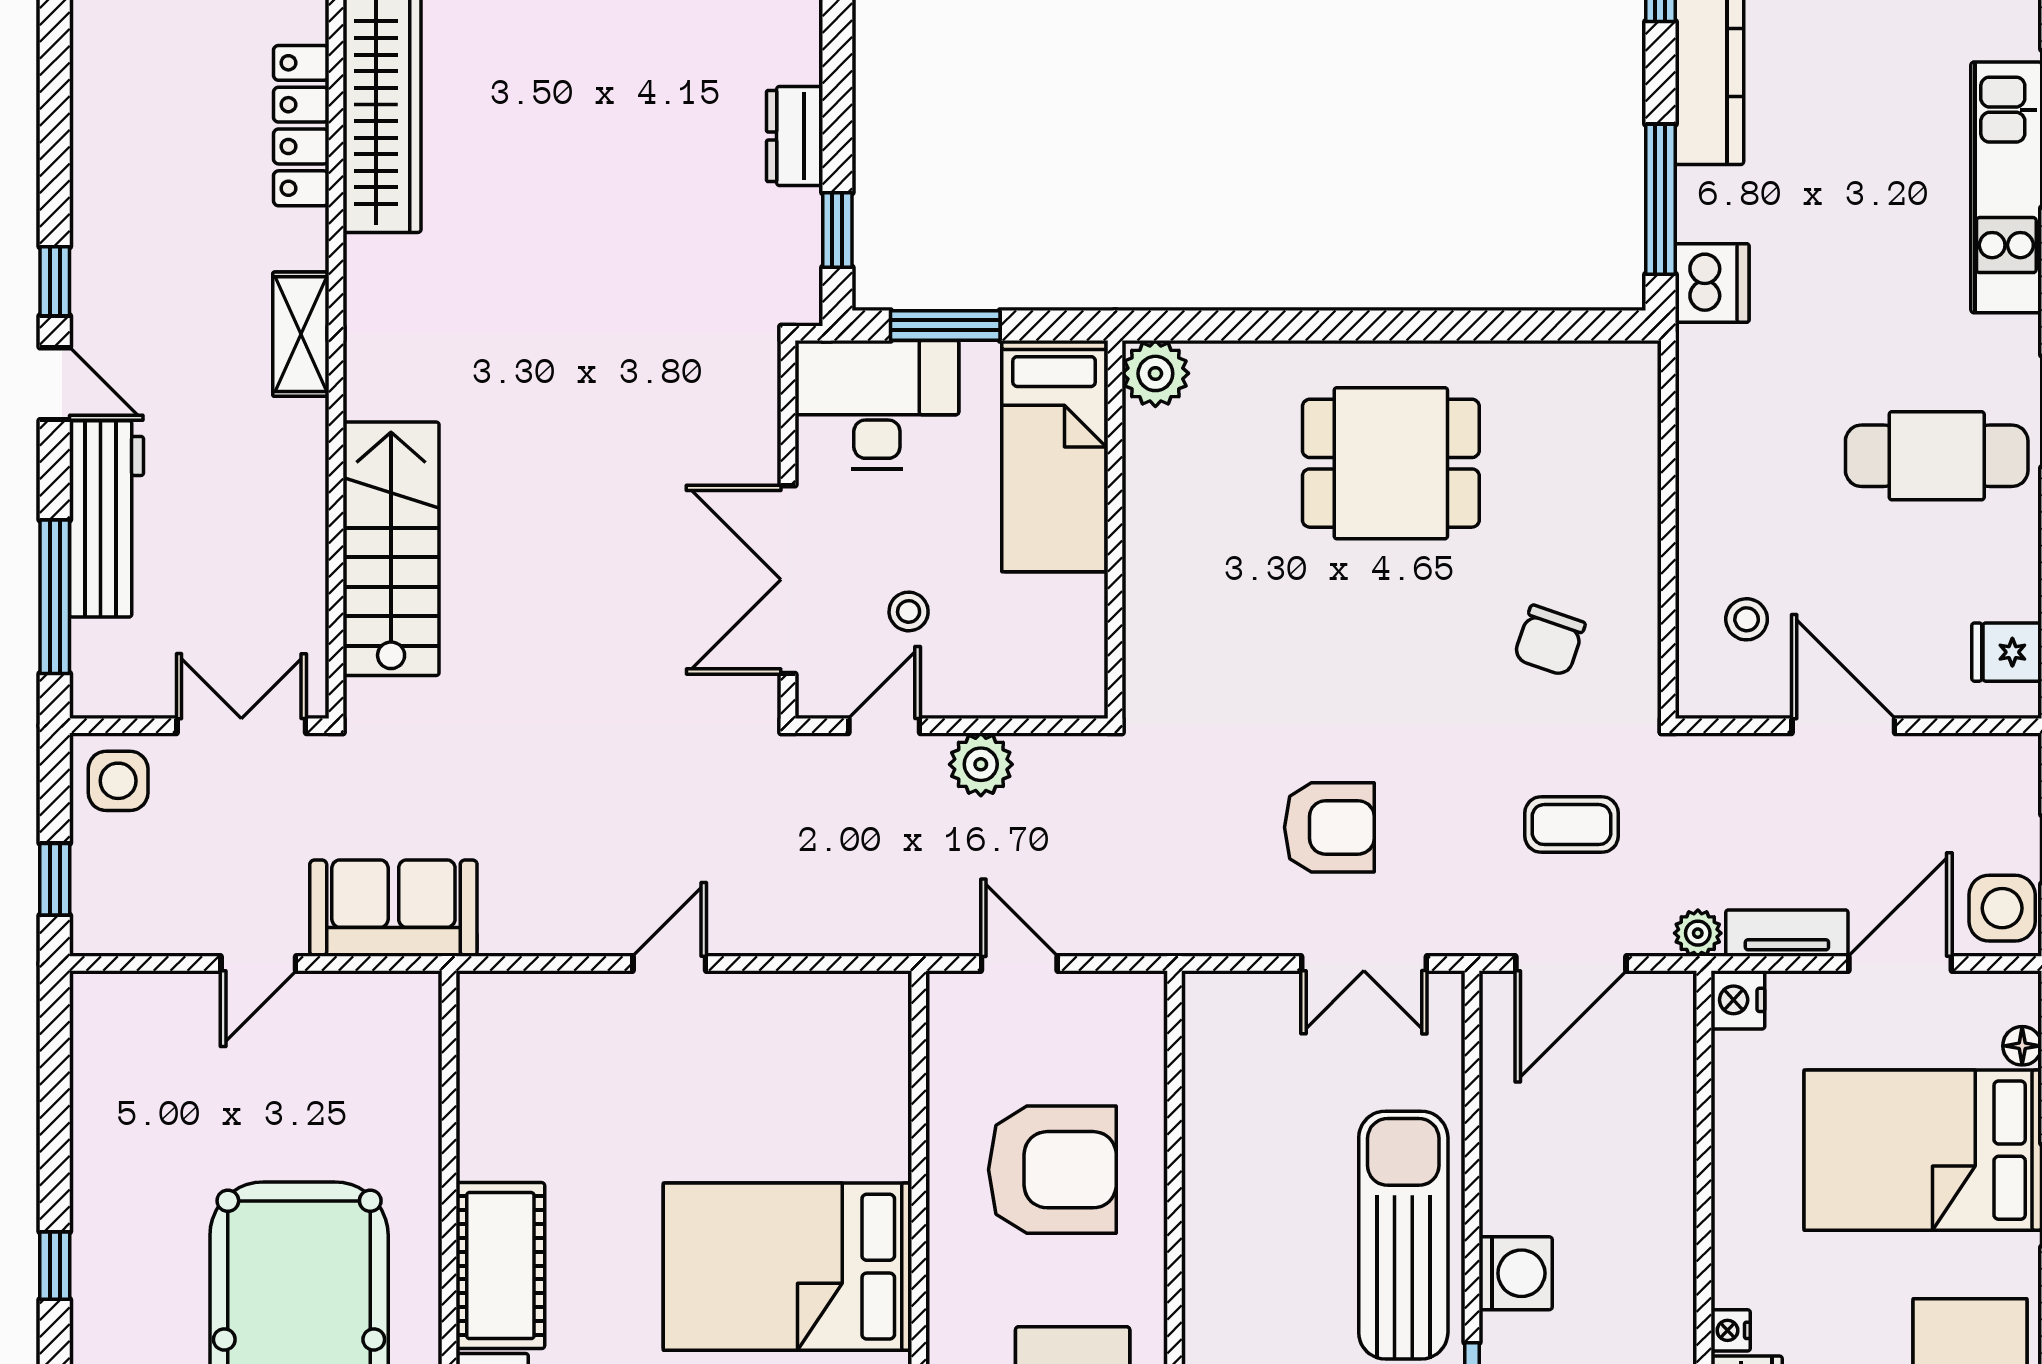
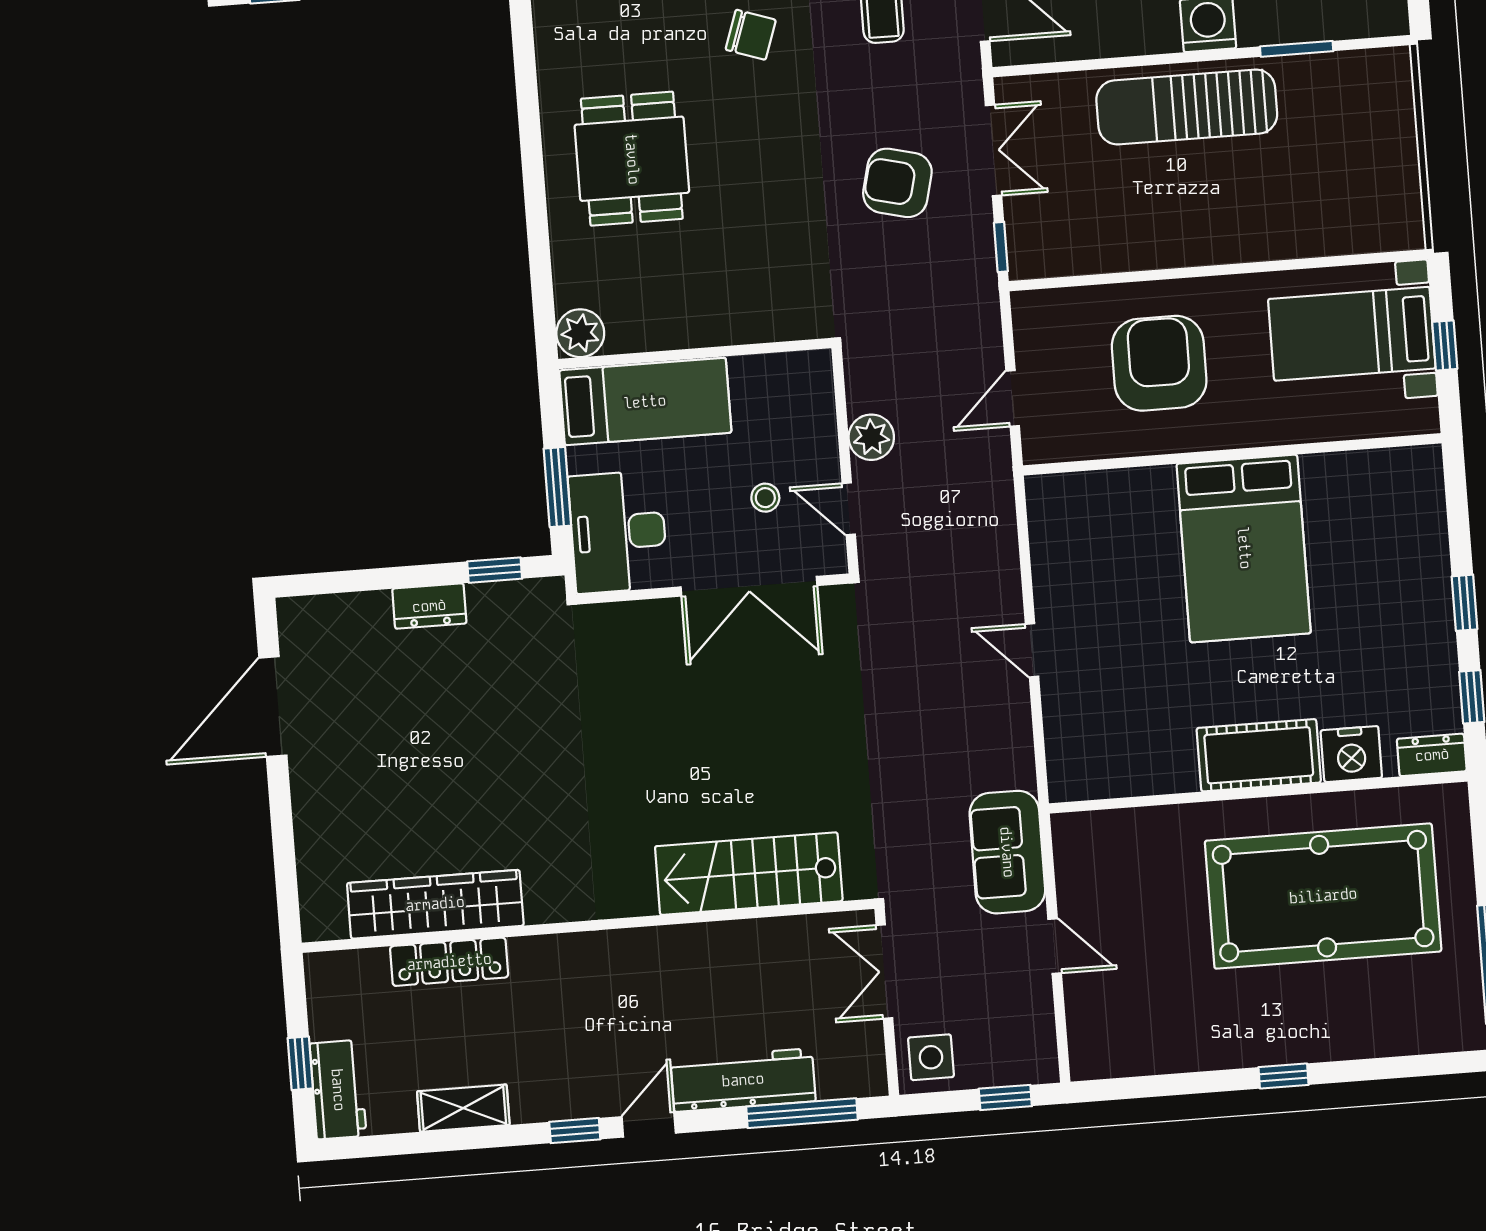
shelving: (301, 334) -> (463, 1108), moved
armchair: (1329, 827) -> (897, 183), turned -76
window: (1230, 964) -> (1001, 247), added

